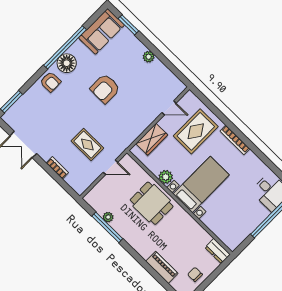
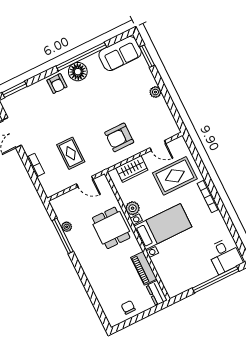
armchair: (105, 89) -> (119, 137), moved
piano: (162, 267) -> (144, 268), moved, turned 180

